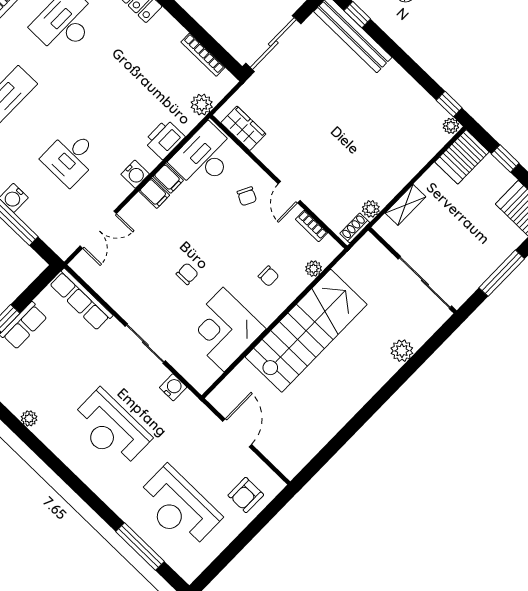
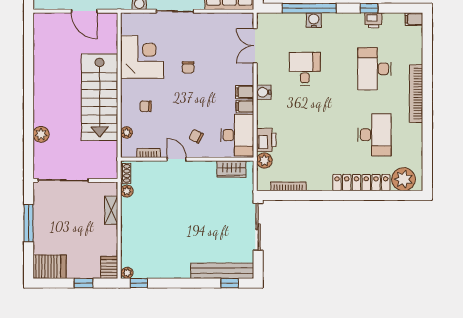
printer: (164, 139) -> (266, 140), moved
server rack: (462, 157) -> (109, 267), width x0.73, depth x0.70

